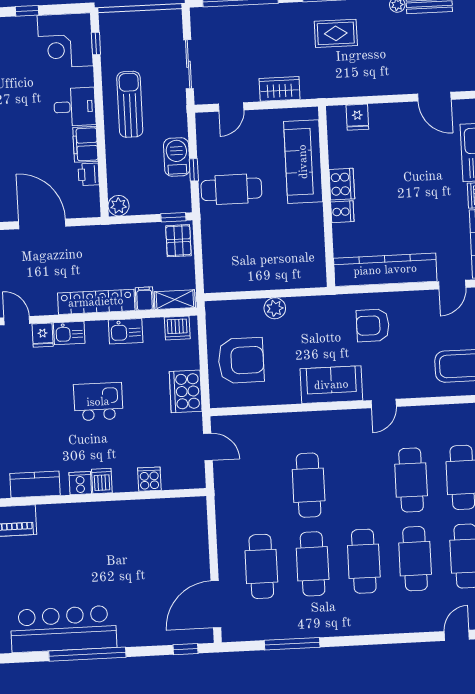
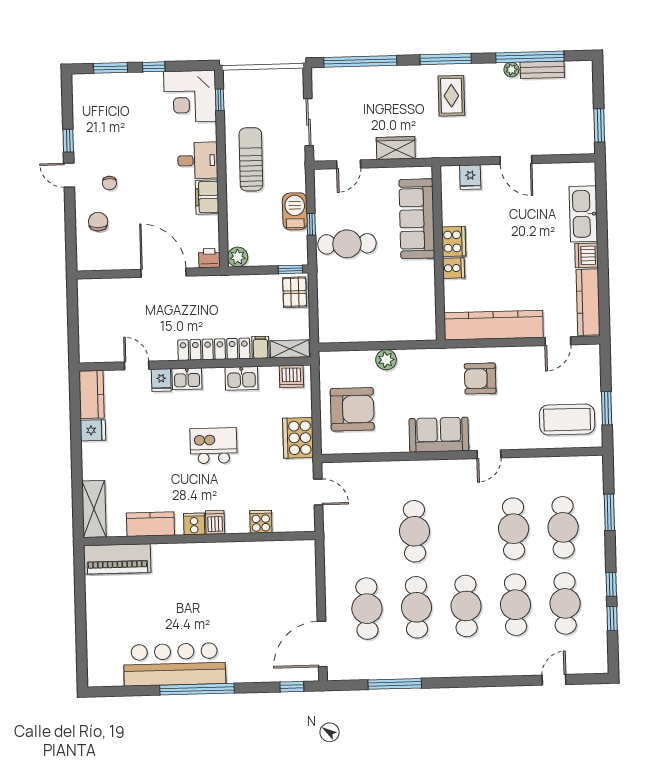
rug: (336, 33) -> (451, 96), turned 90
door: (434, 97) -> (516, 160), moved
printer: (89, 174) -> (209, 258), moved, turned 90

